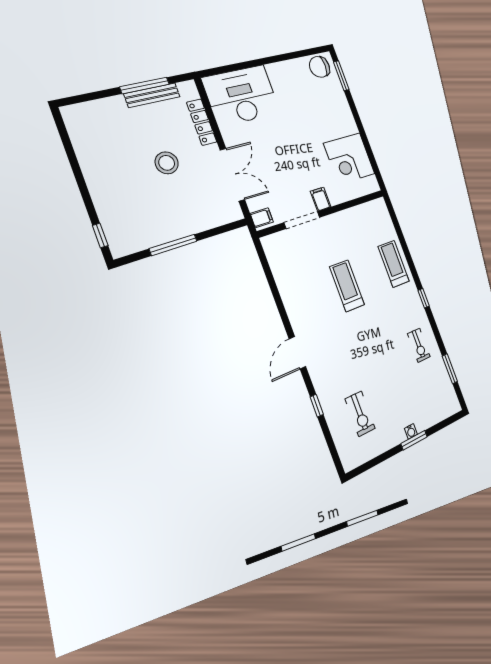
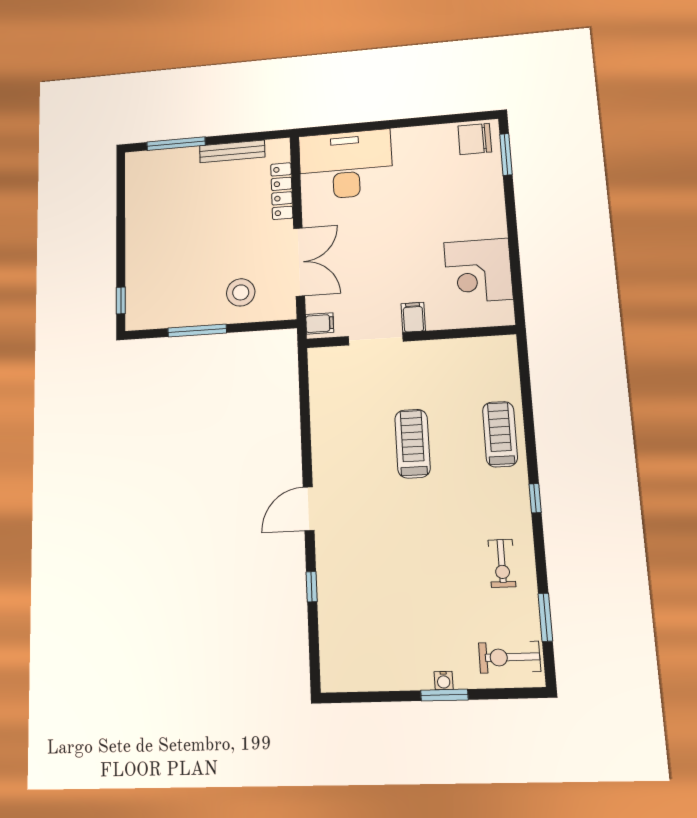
window: (145, 85) -> (176, 144), moved
stool: (167, 163) -> (241, 292), moved
exercise bike: (360, 414) -> (509, 657), moved, turned 90

